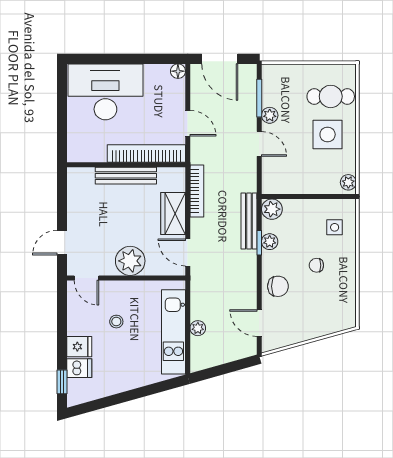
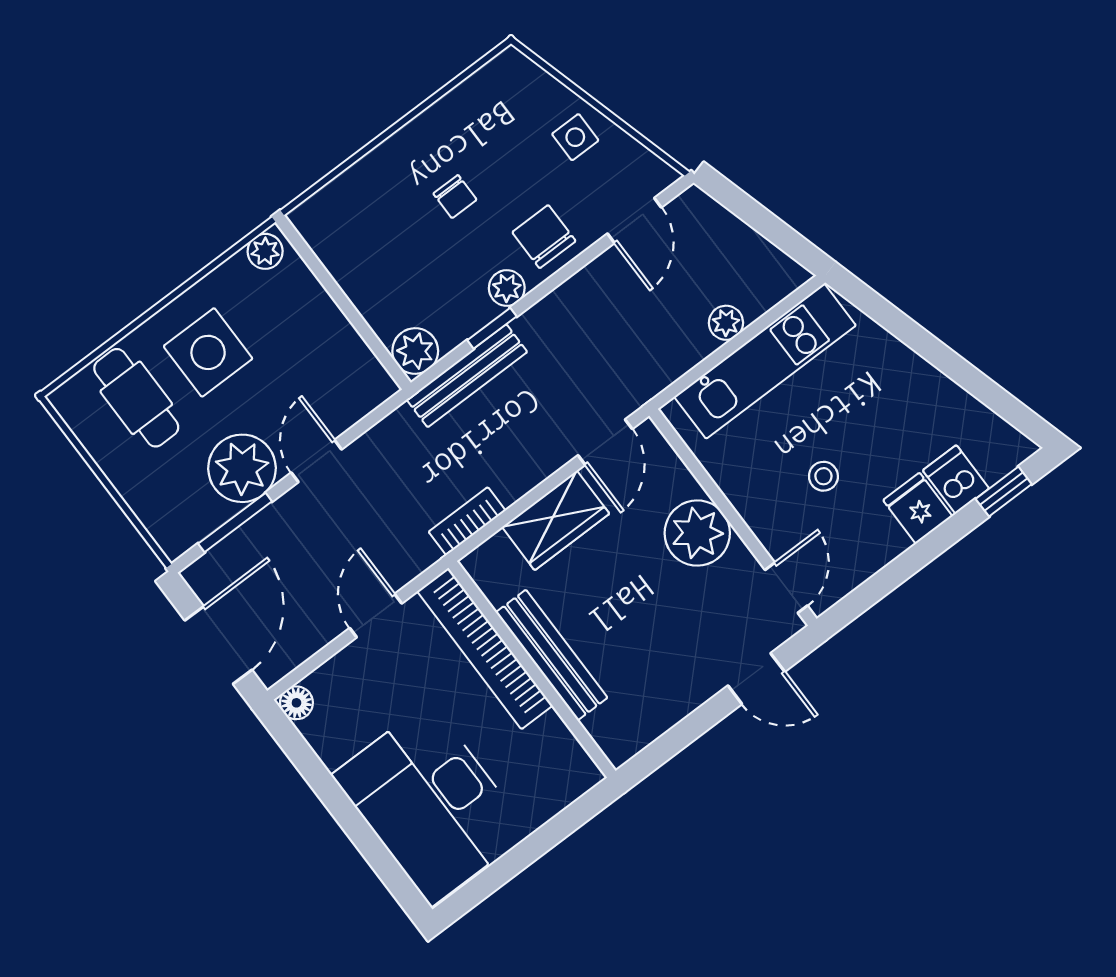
plant: (270, 115) -> (242, 468), width x1.88, depth x1.88
bookcase: (197, 191) -> (467, 521), width x0.64
side table: (335, 227) -> (575, 137), moved
plant: (270, 242) -> (507, 288), moved

